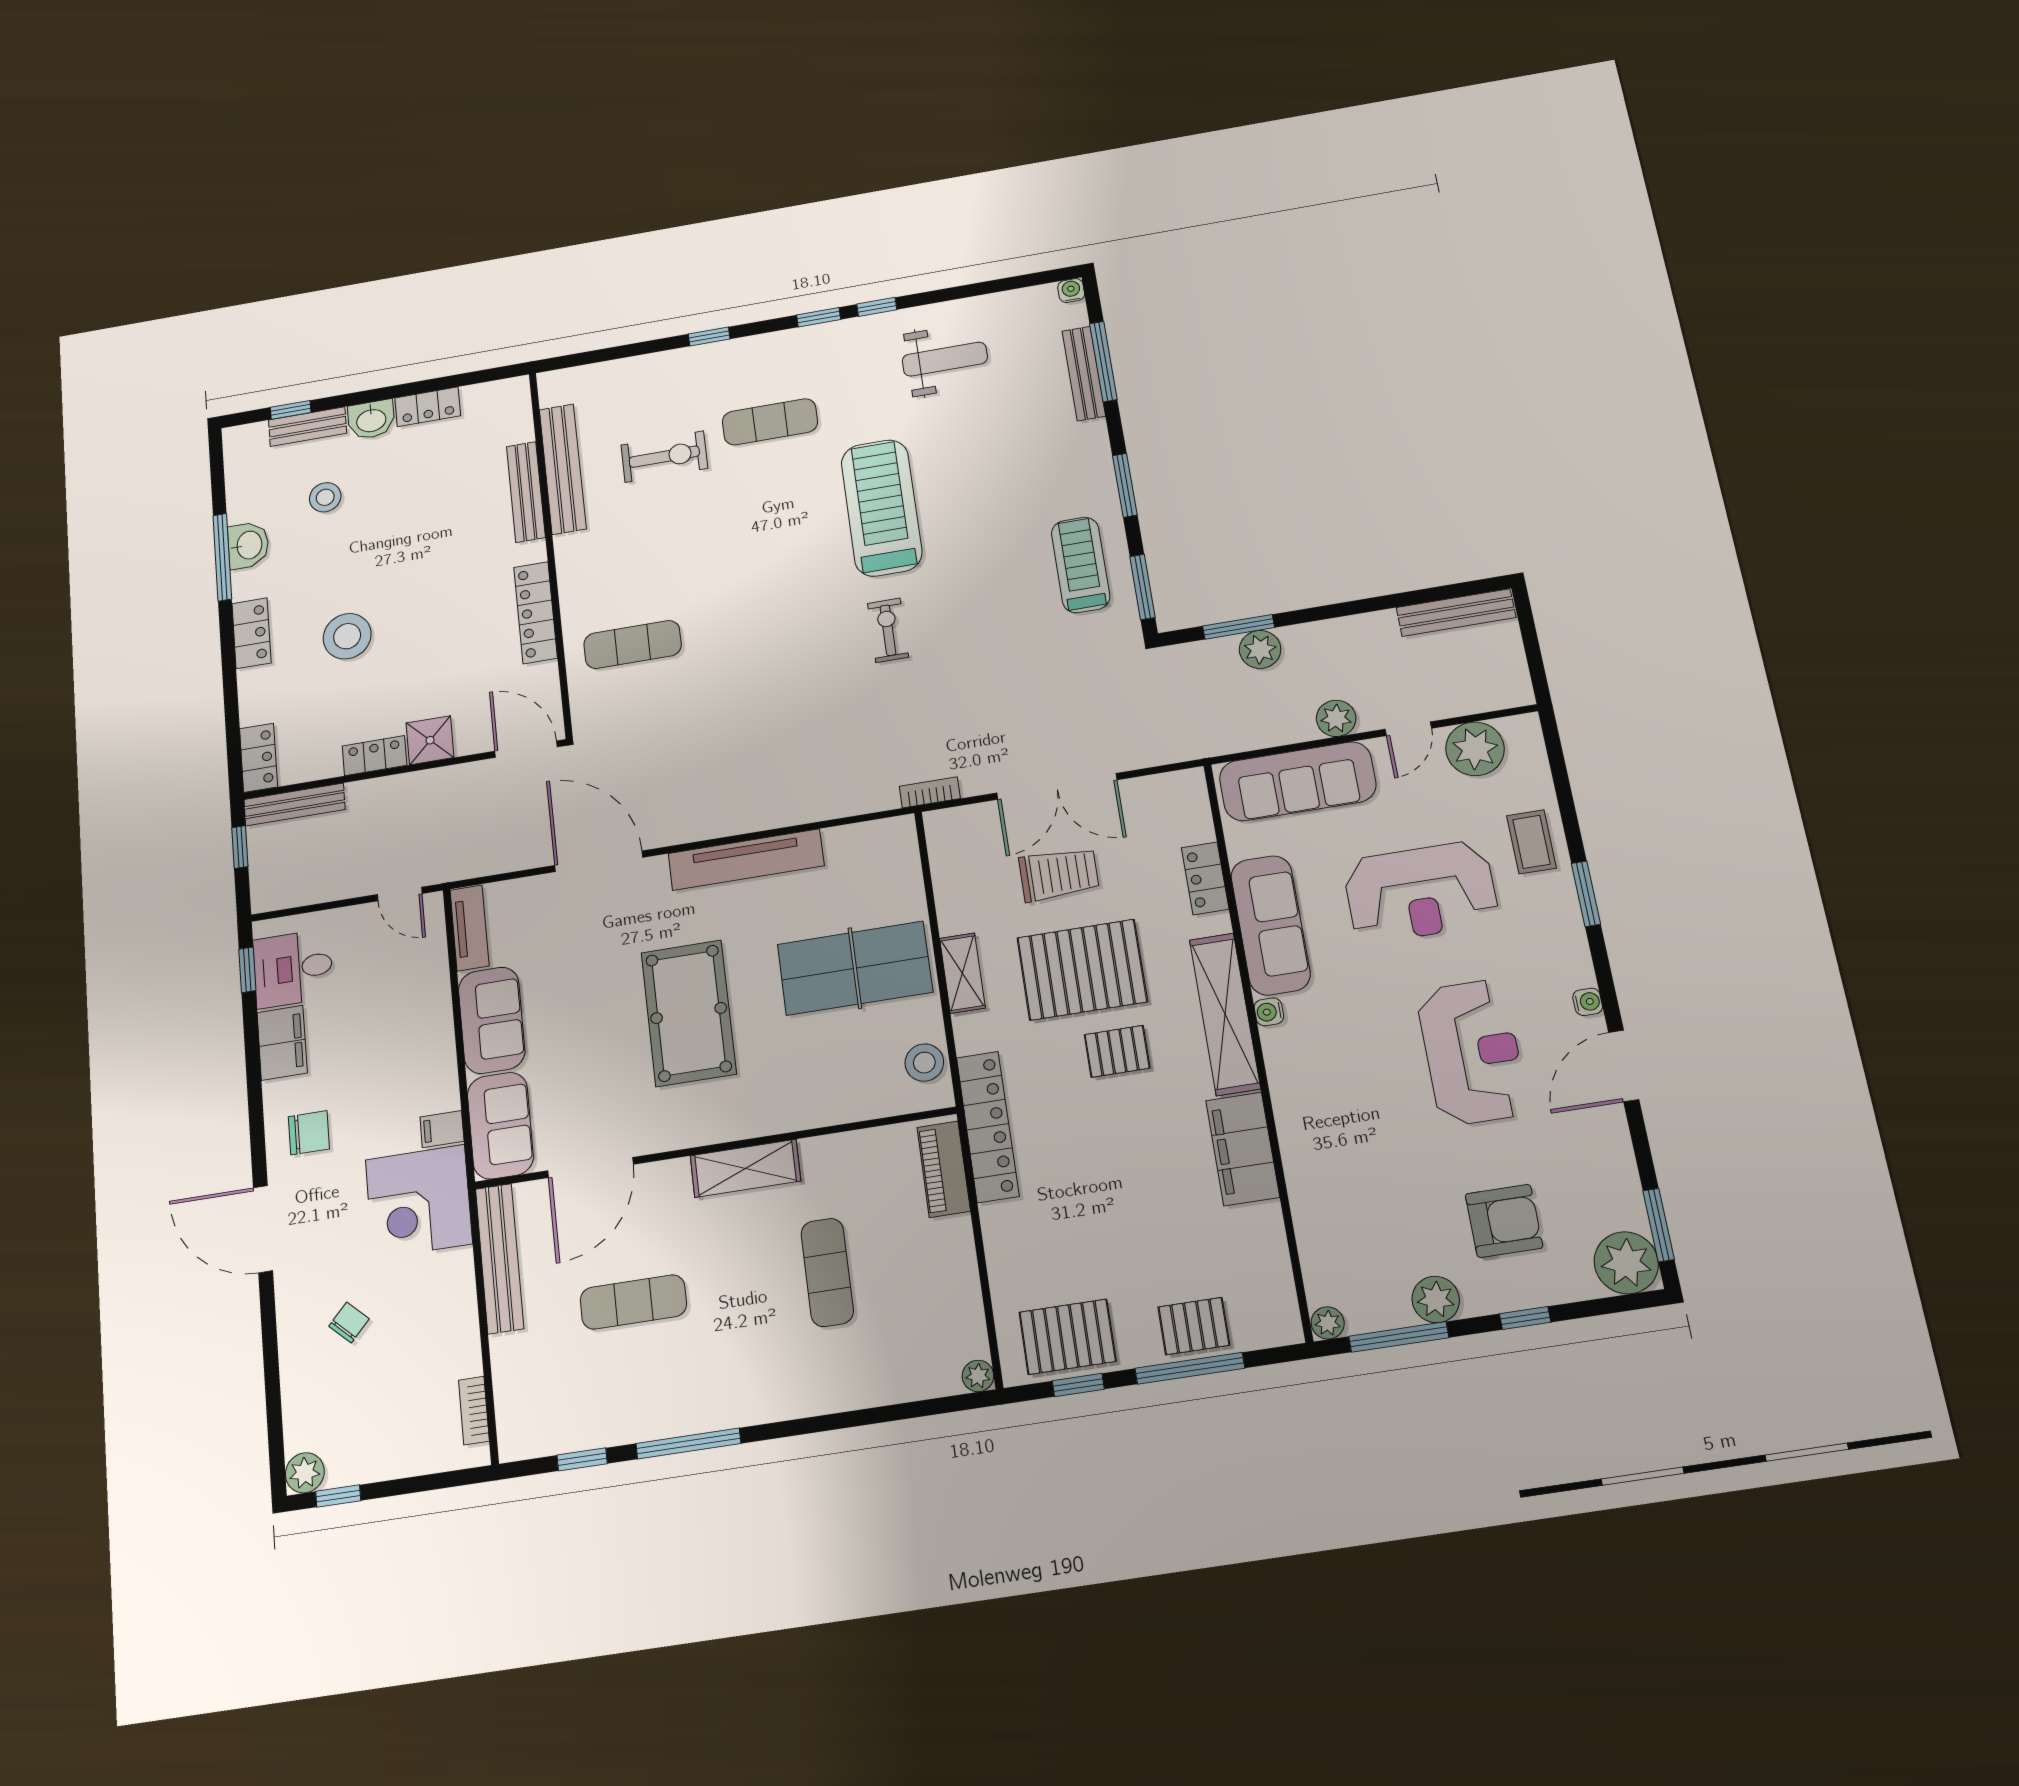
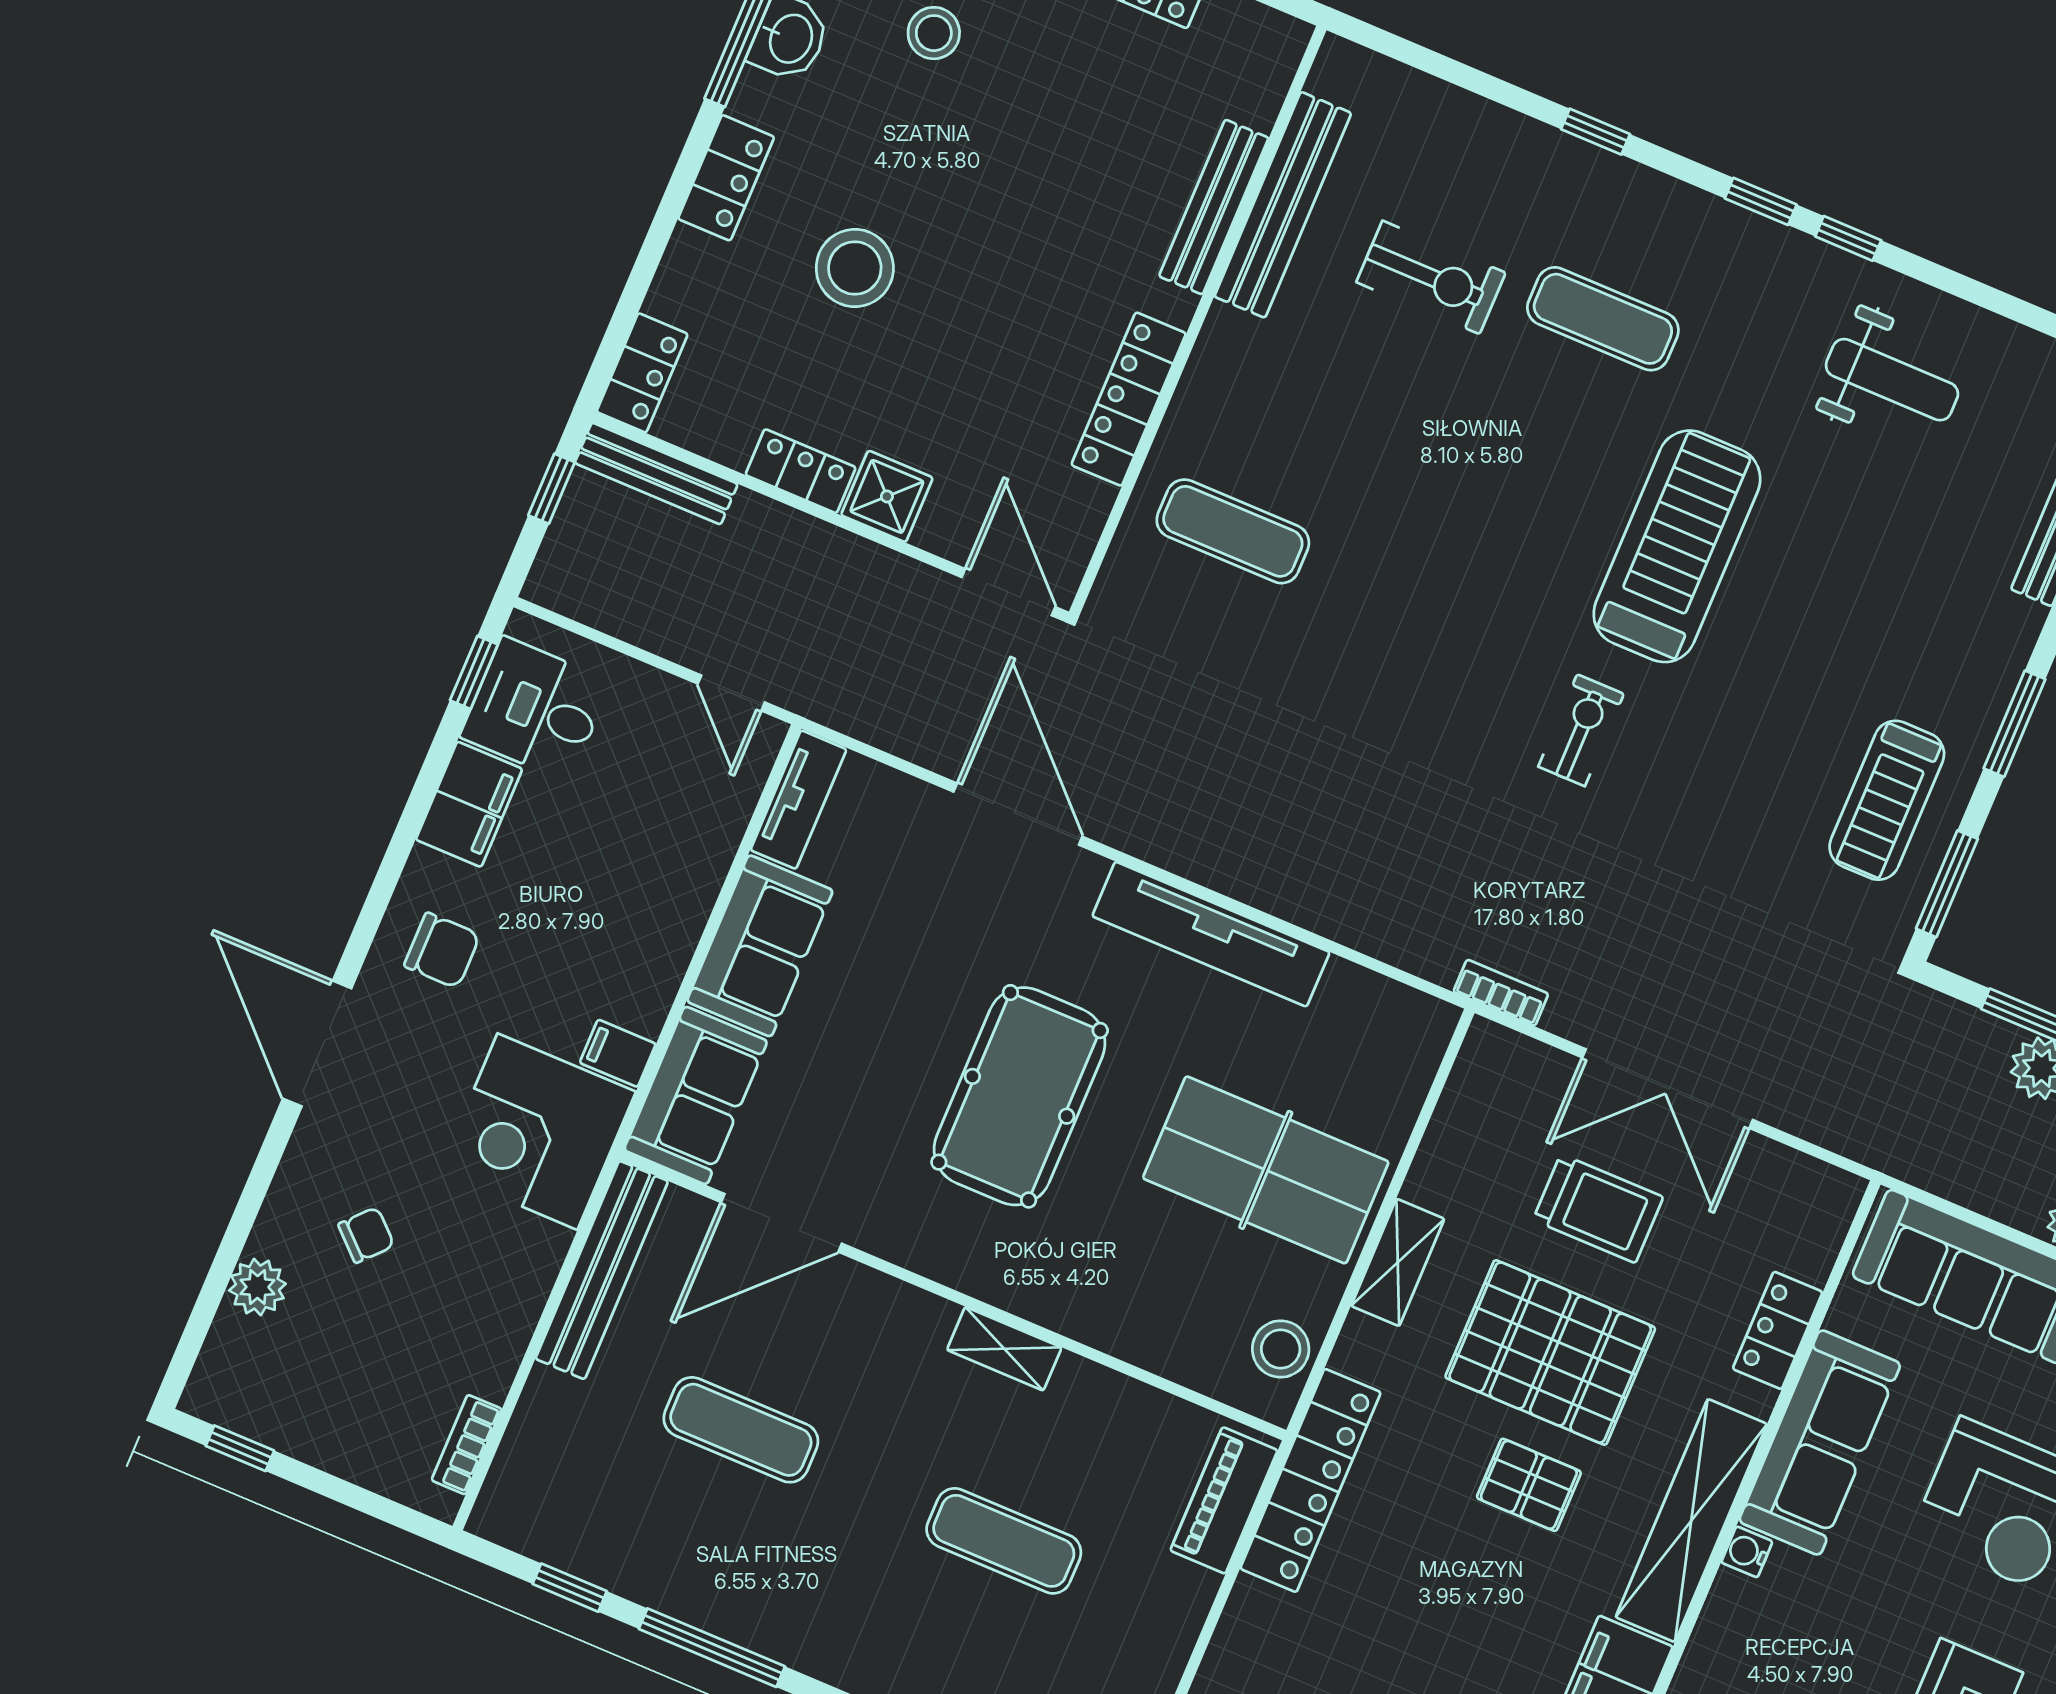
treadmill: (1081, 565) -> (1887, 800), turned 180
shelving: (745, 1168) -> (1004, 1349), width x0.67, depth x0.75
exercise mat: (827, 1272) -> (1004, 1541), turned 90
plant: (305, 1473) -> (257, 1287), moved

